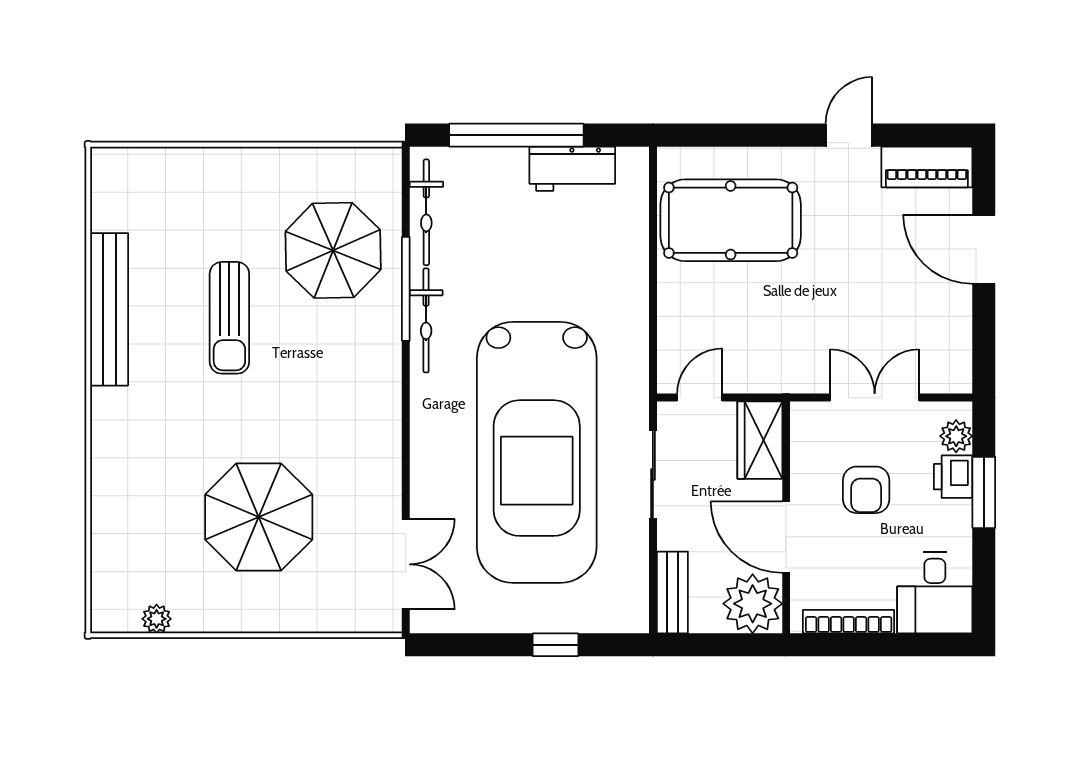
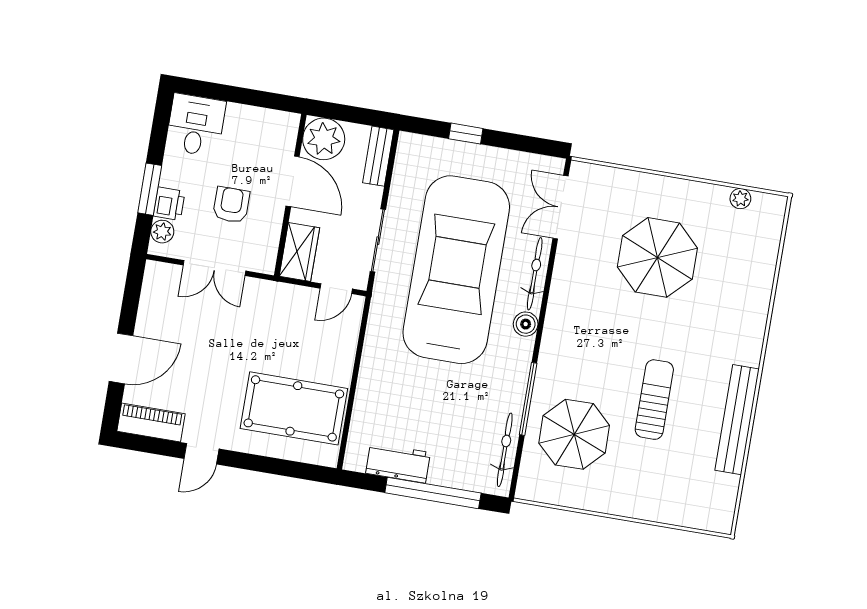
door: (984, 249) -> (121, 358), hinge flipped
bicycle: (426, 320) -> (535, 274), moved
boiler: (427, 393) -> (526, 324), added
bookcase: (849, 622) -> (259, 115), removed

